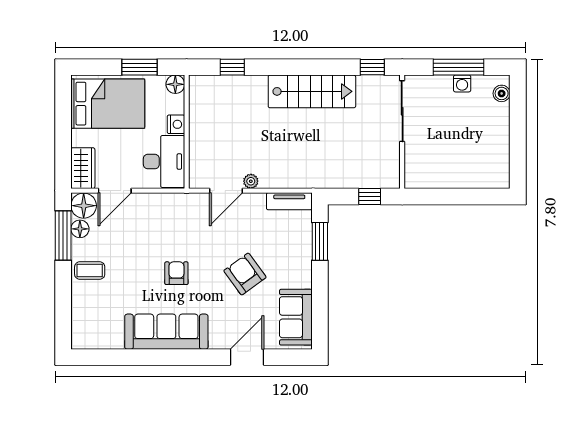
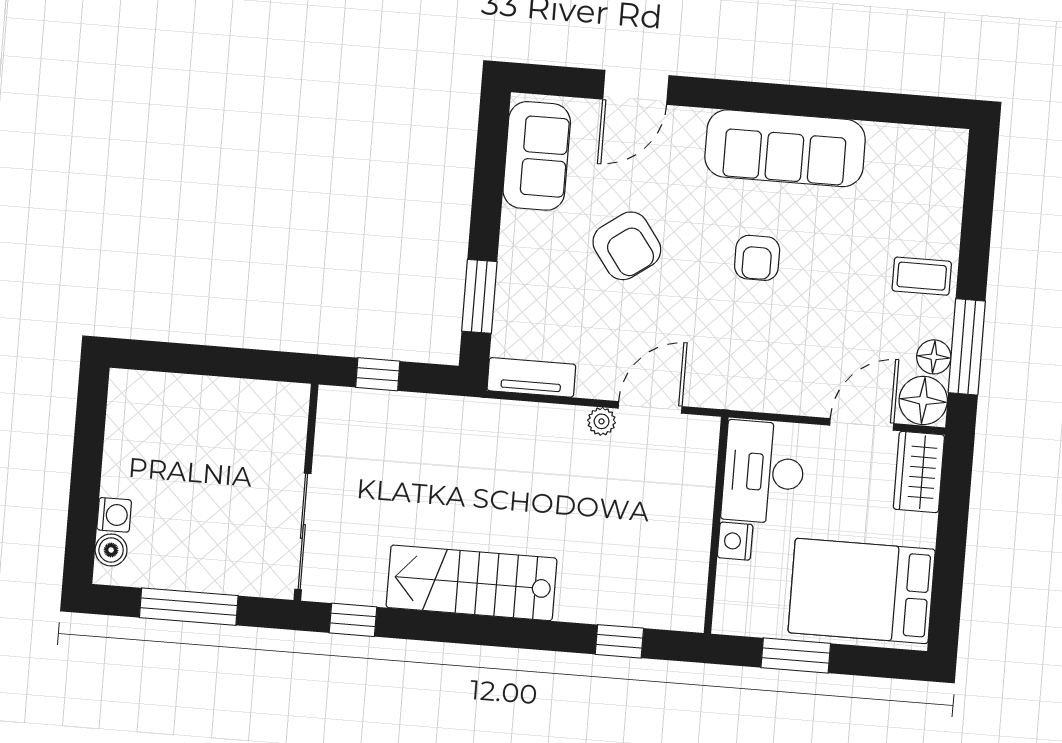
washing machine: (462, 83) -> (114, 515), moved, turned 90
floor lamp: (175, 84) -> (730, 617), removed

